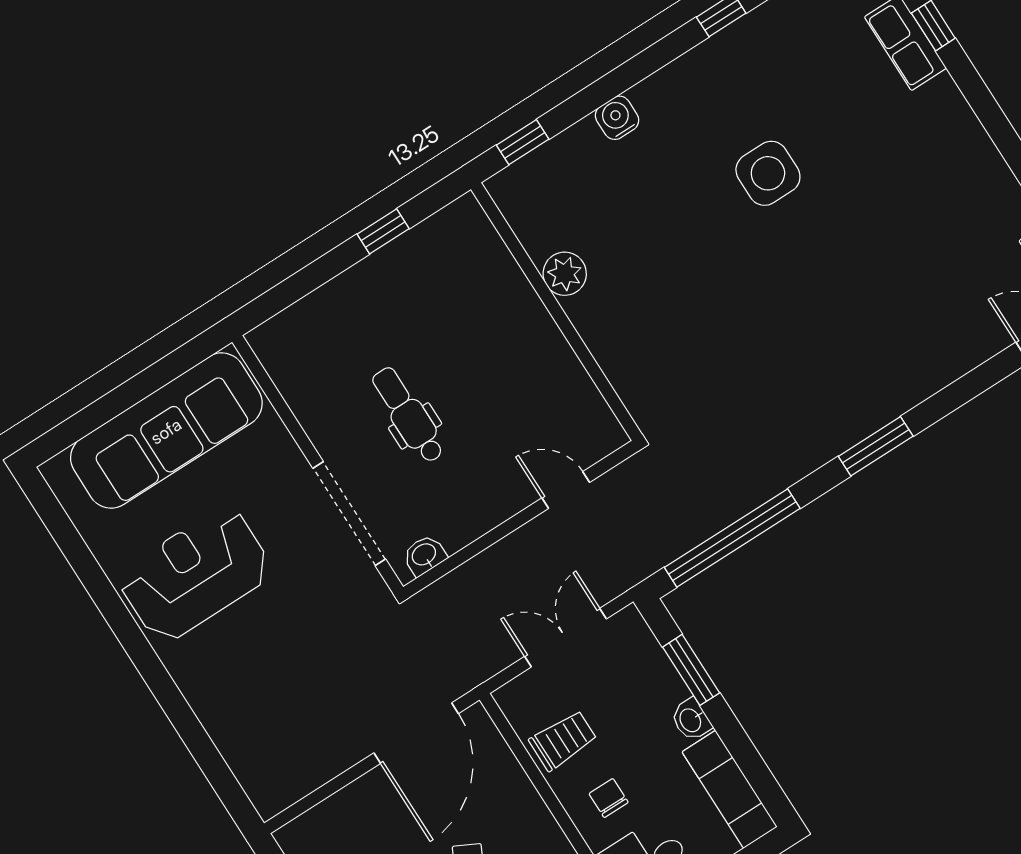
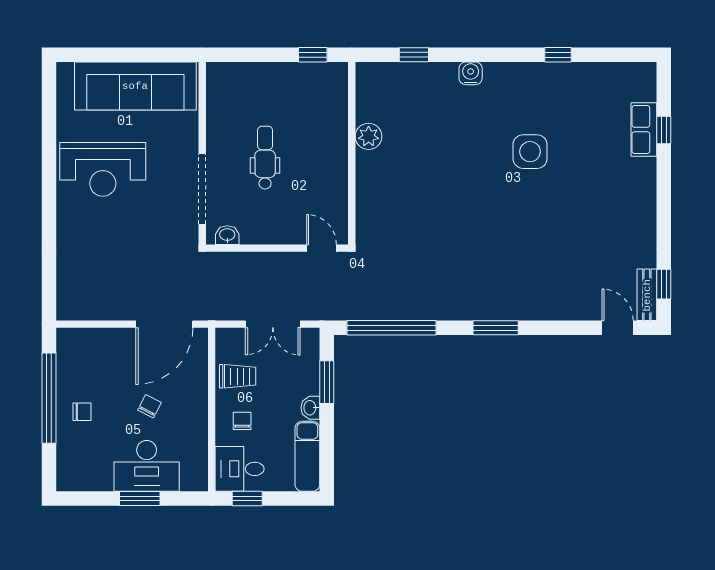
plant: (565, 274) -> (369, 136), moved
wall: (556, 312) -> (352, 153), moved
reception desk: (195, 574) -> (103, 169), turned 180
double door: (566, 638) -> (273, 324), swing flipped

